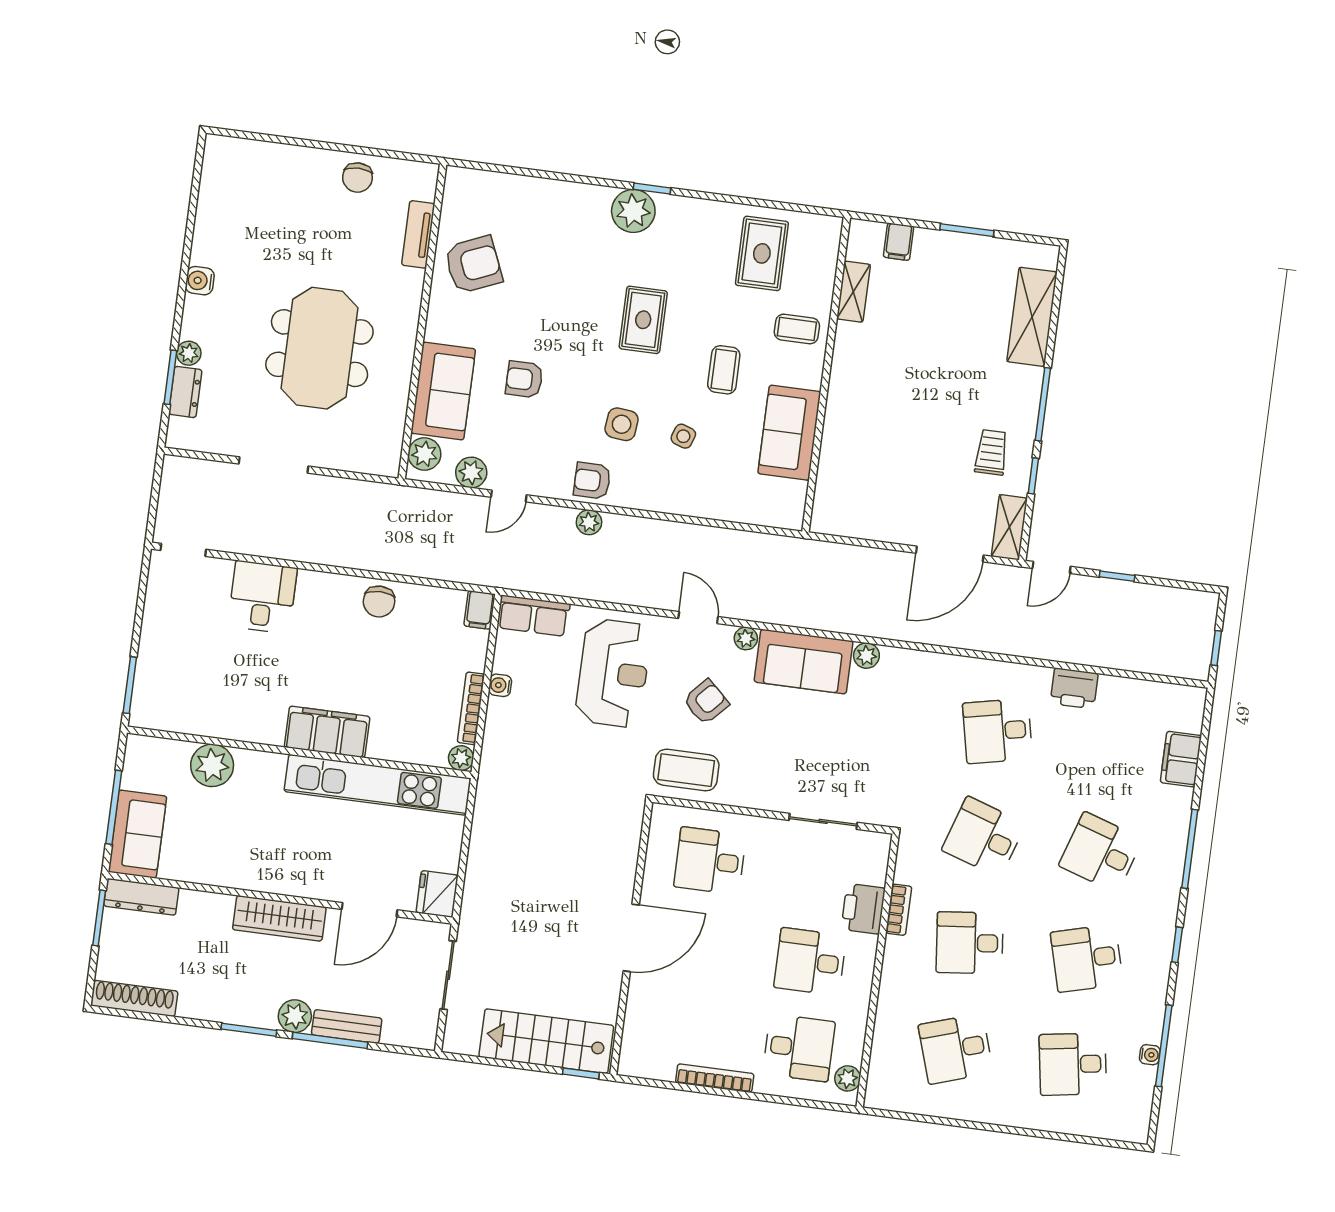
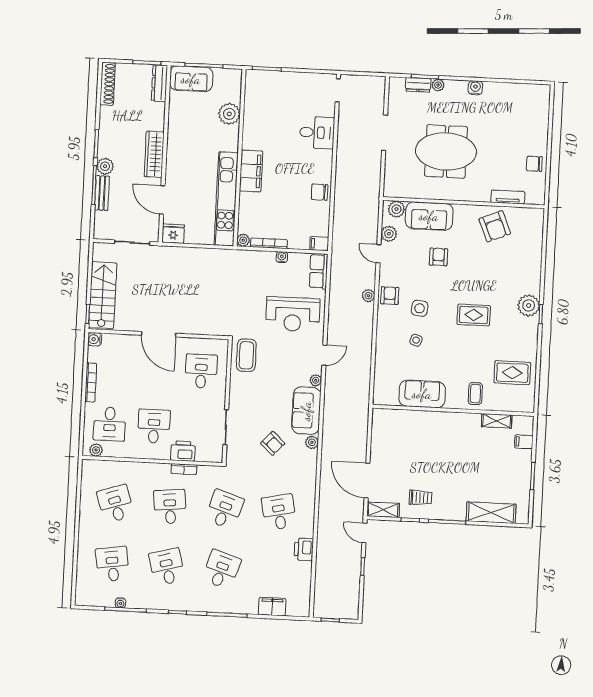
coffee table: (724, 370) -> (451, 358), removed
armchair: (706, 702) -> (273, 443), moved
water cooler: (631, 1064) -> (95, 339), added

